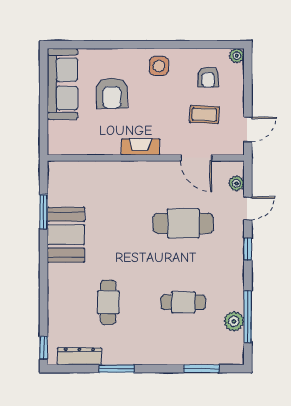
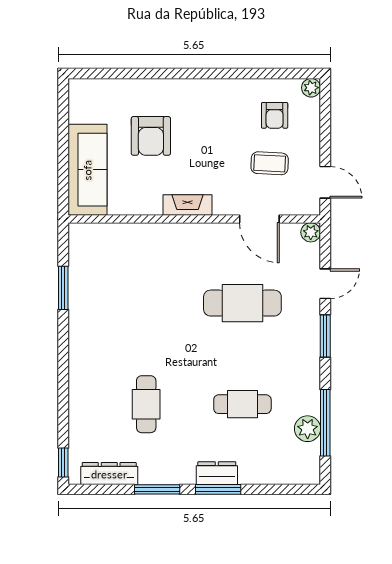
side table: (159, 66) -> (211, 101), removed
sofa: (62, 84) -> (87, 170), moved
door: (248, 129) -> (325, 182), hinge flipped
plant: (236, 183) -> (311, 232), moved
booth: (66, 235) -> (92, 317), removed
window: (248, 249) -> (325, 336), width x1.50
dresser: (163, 356) -> (217, 473), added
window: (202, 369) -> (218, 489), moved

